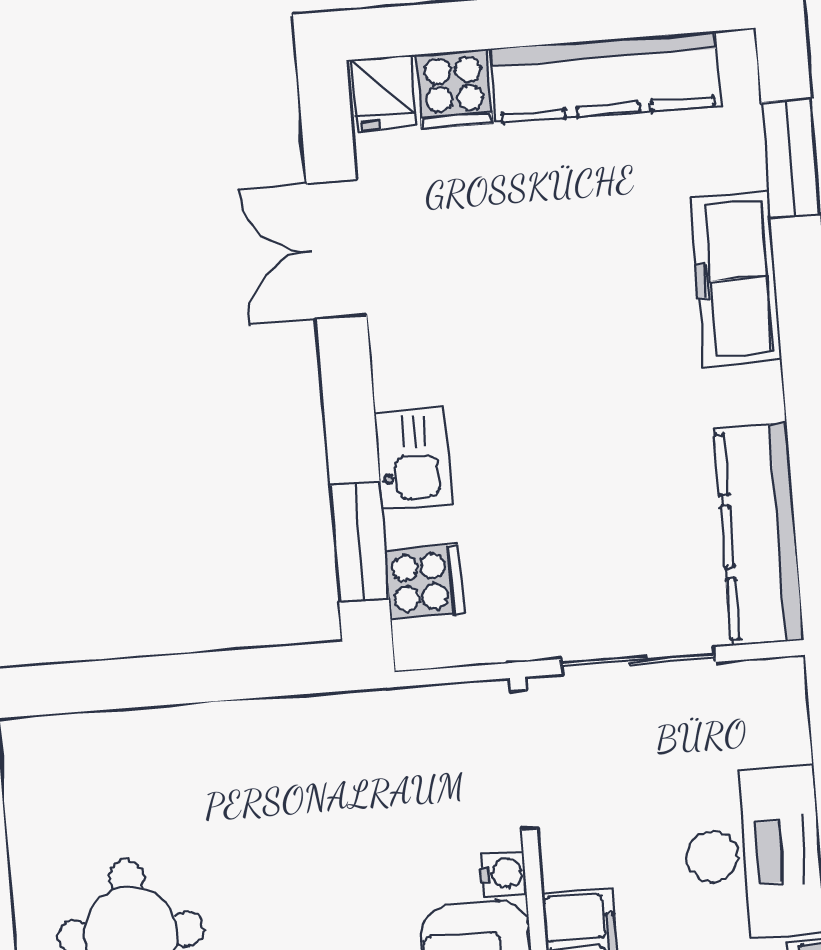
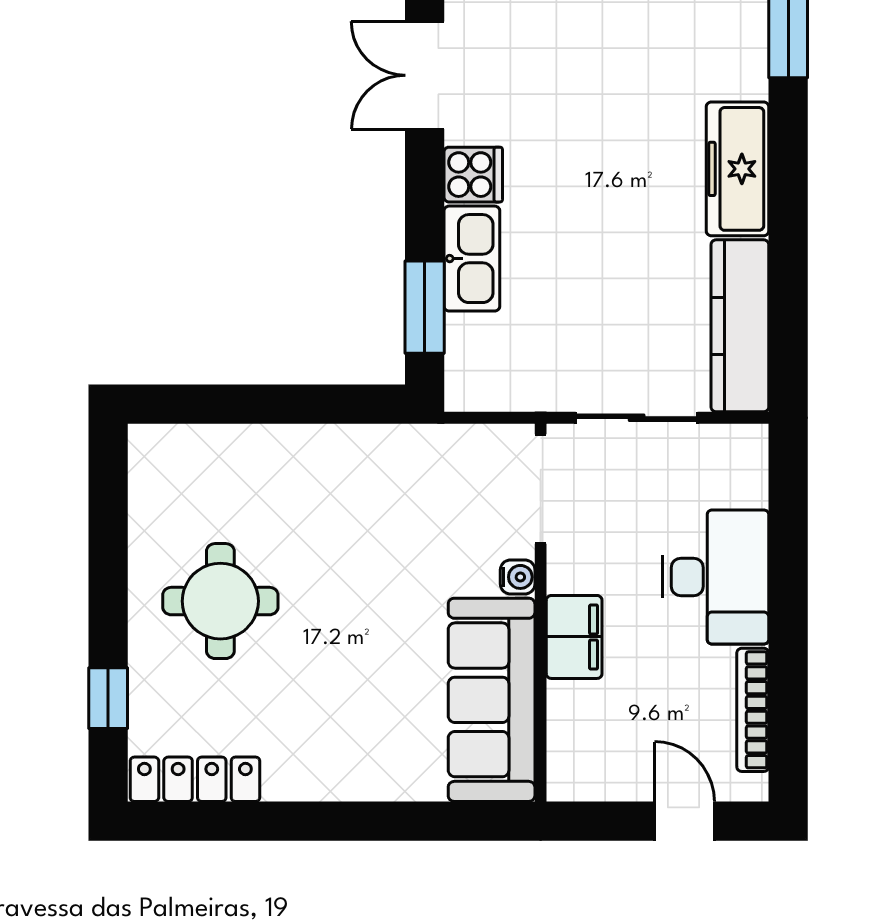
freezer: (736, 279) -> (737, 169), moved
kitchen sink: (413, 458) -> (472, 259), width x1.38
cooker: (424, 582) -> (473, 175), moved

